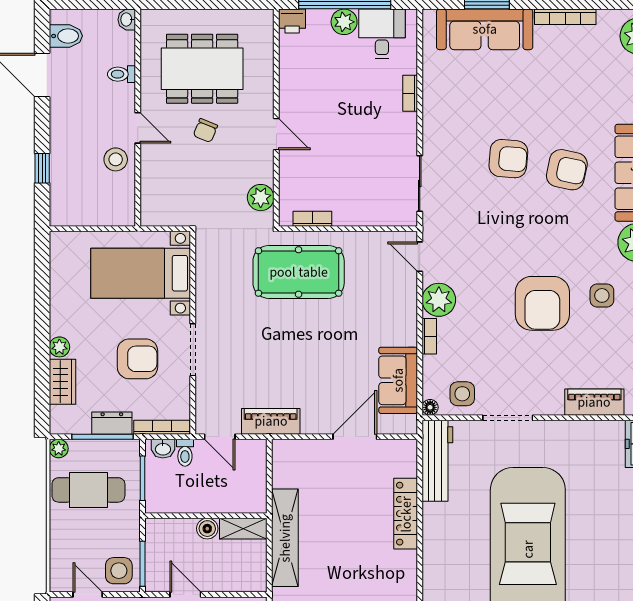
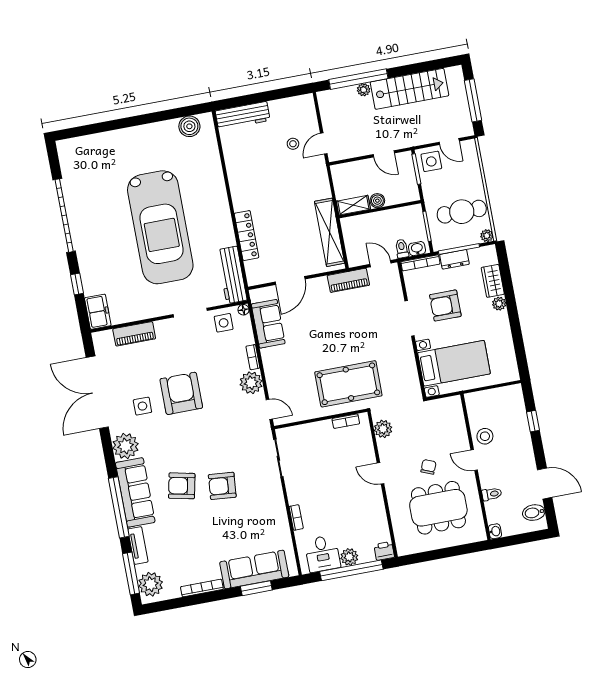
shelving: (285, 538) -> (330, 232), moved

